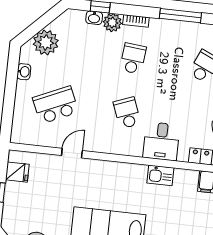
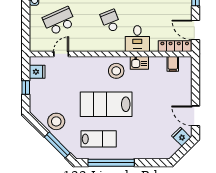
door: (72, 153) -> (61, 54), moved
stool: (127, 183) -> (116, 71), added

